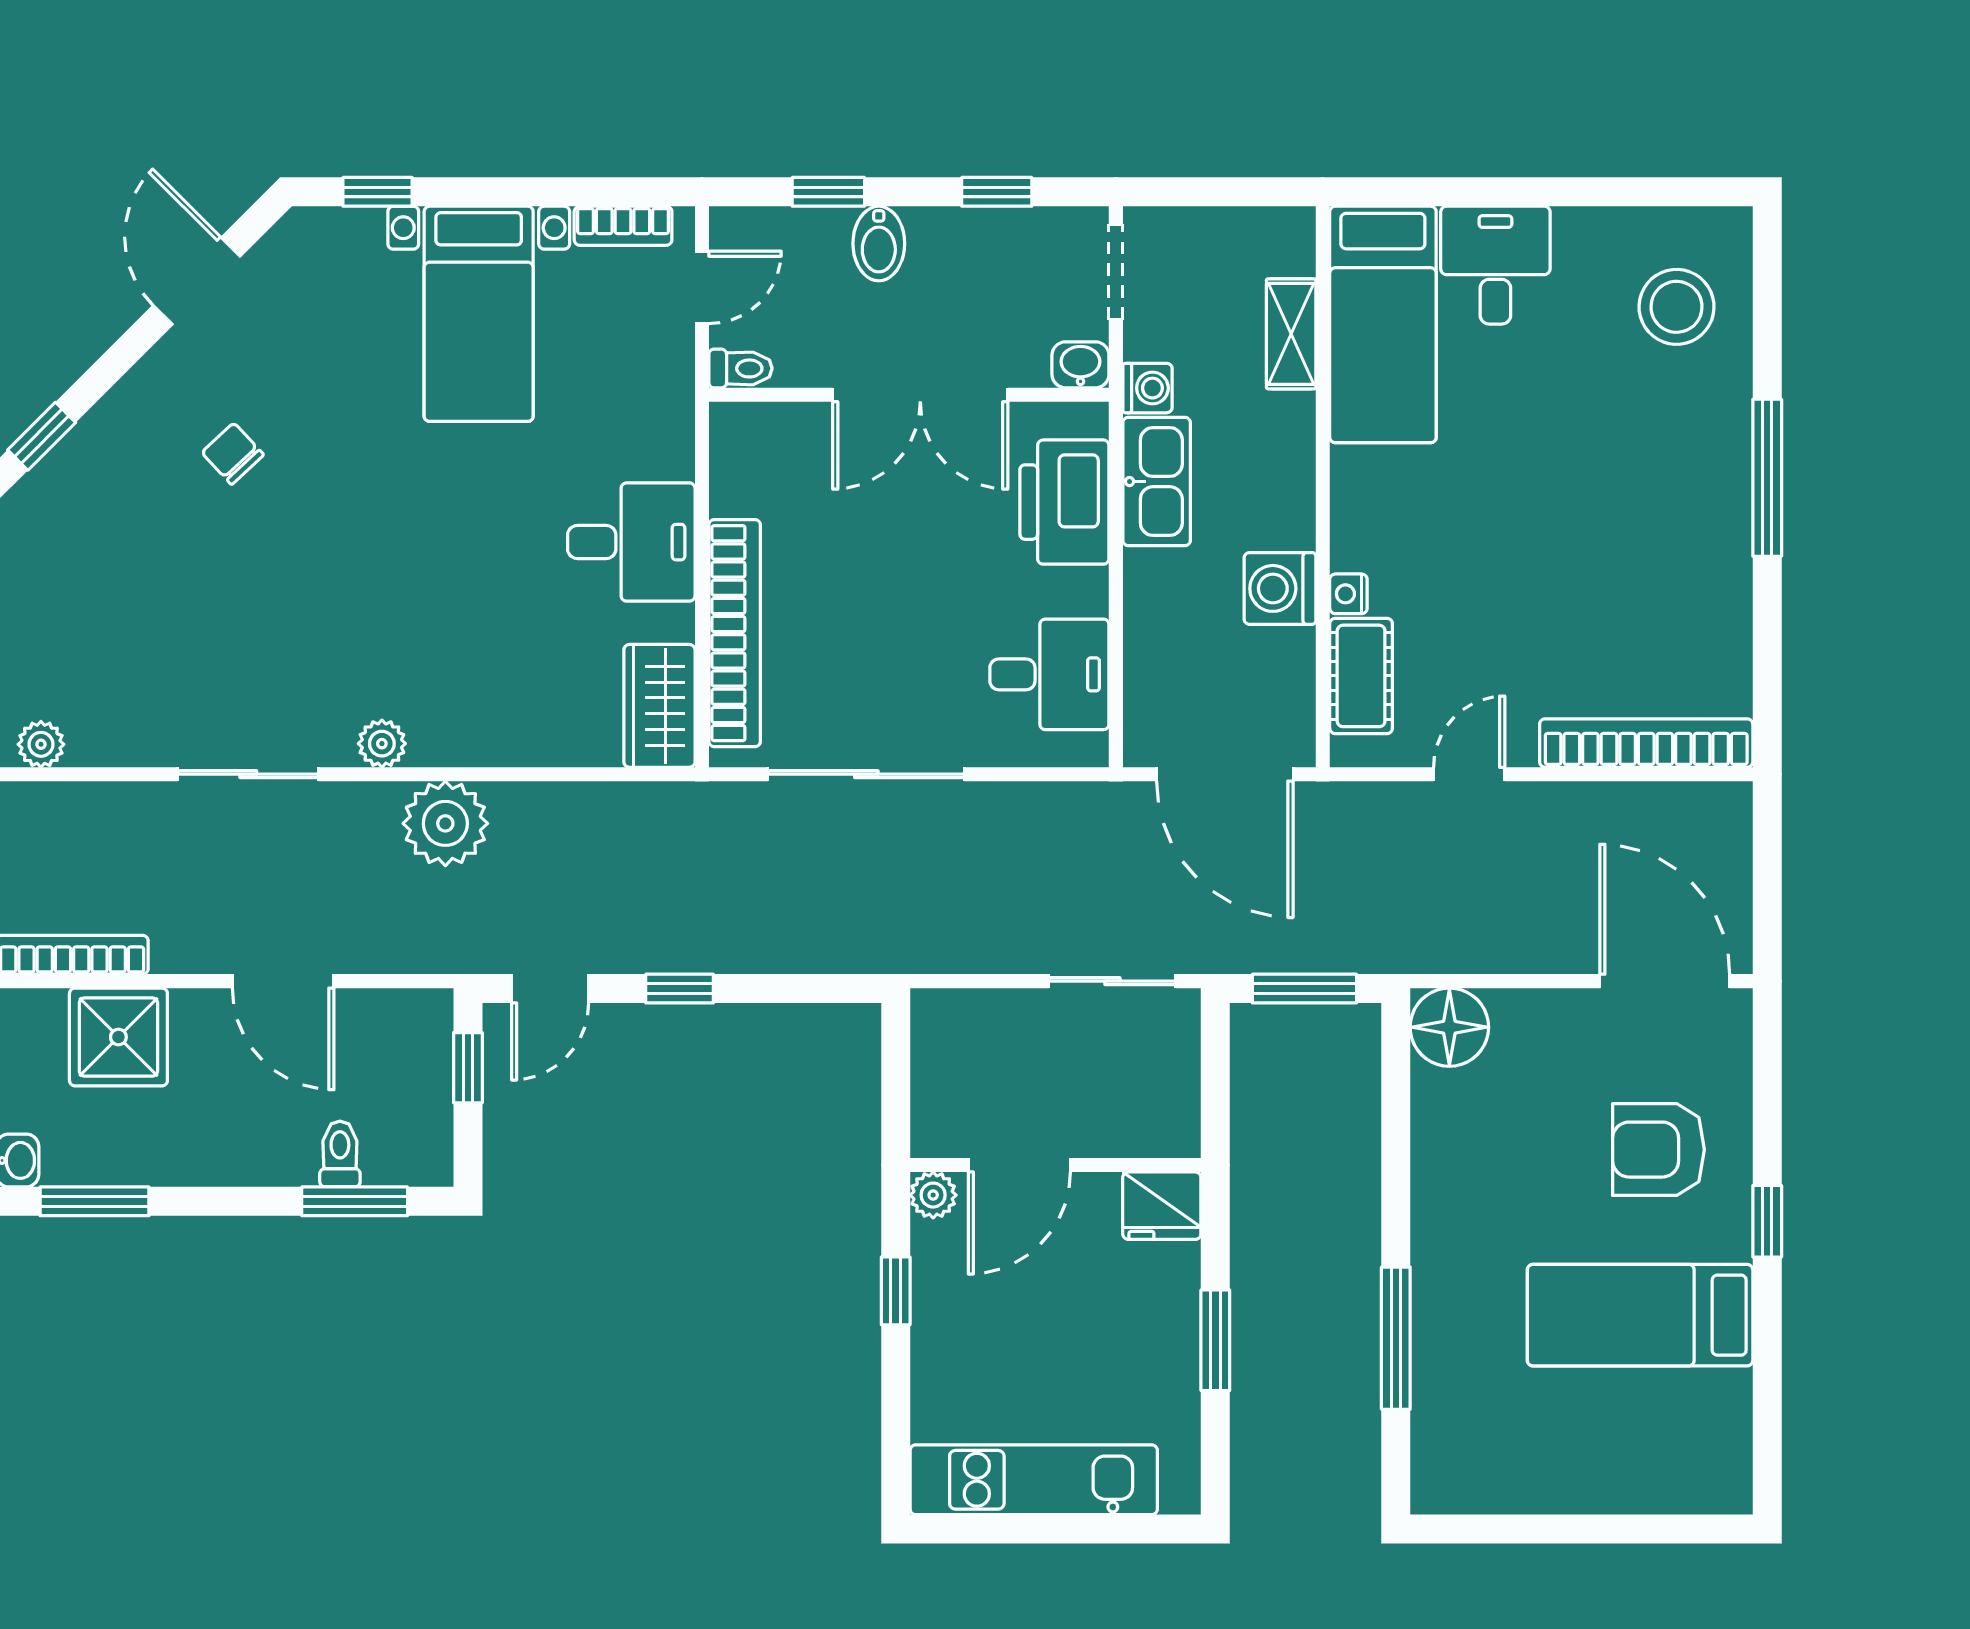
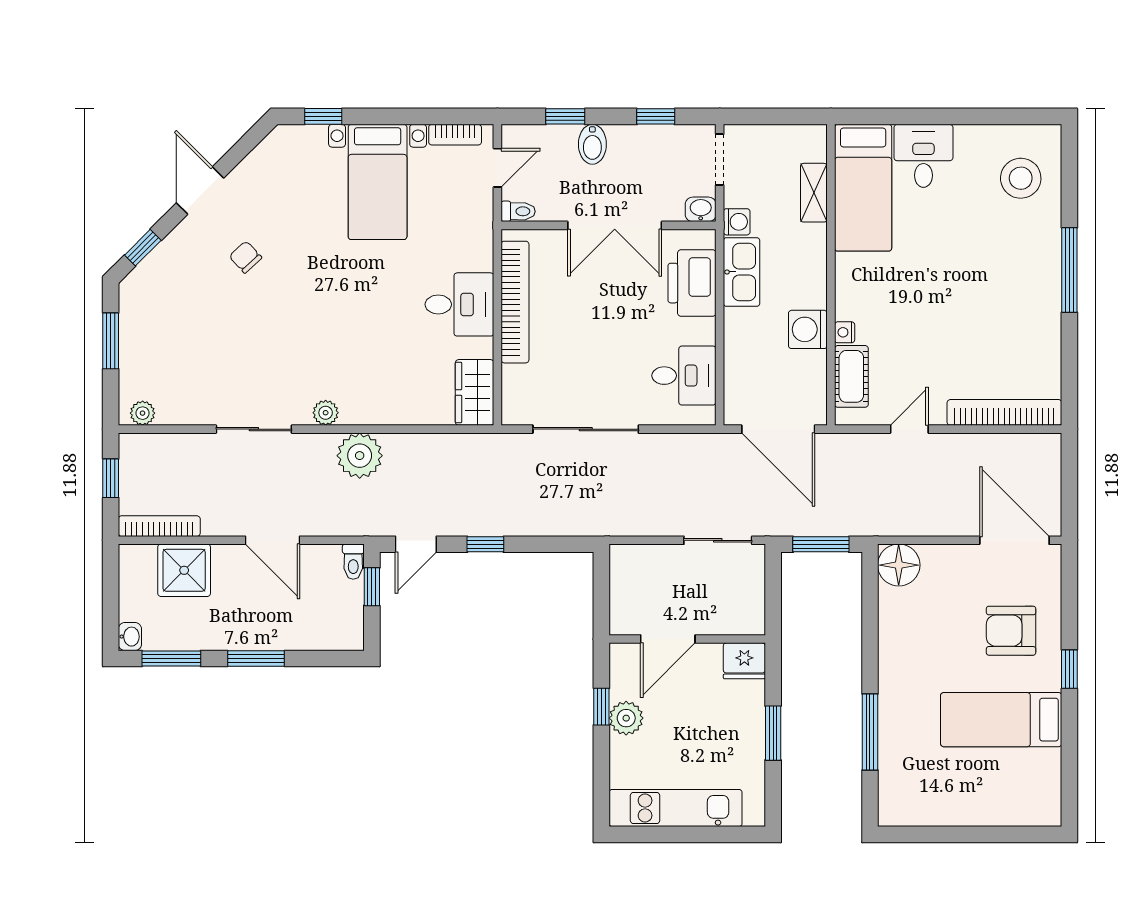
door: (197, 281) -> (200, 190), moved
bookcase: (735, 633) -> (515, 302), moved
toilet: (340, 1154) -> (353, 562), moved, turned 180
plant: (933, 1195) -> (626, 718), moved, width x1.38, depth x1.38
window: (355, 1201) -> (256, 658), moved

